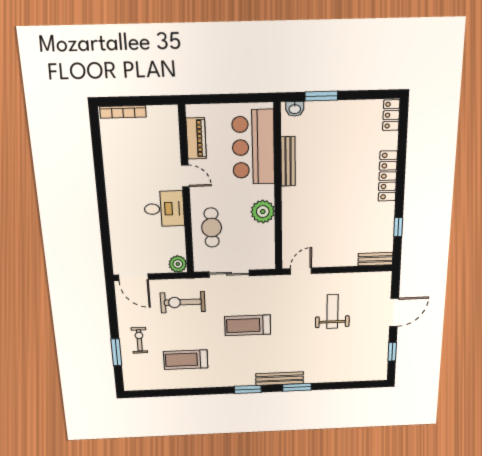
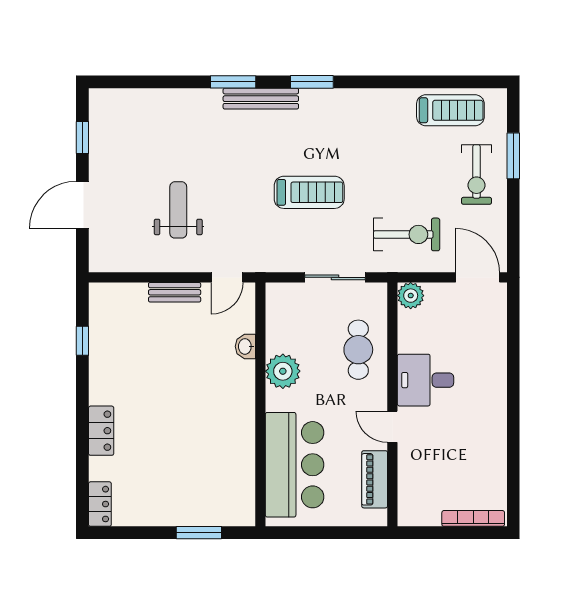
washbasin: (295, 109) -> (245, 346), moved, turned -90
bench: (288, 161) -> (246, 443), removed
locker: (388, 176) -> (101, 431), width x0.66
bench: (375, 259) -> (175, 292), moved
weight bench: (332, 312) -> (178, 210), turned 180
exercise bike: (139, 340) -> (477, 174), width x1.38, depth x1.39
treadmill: (186, 360) -> (450, 110), moved

